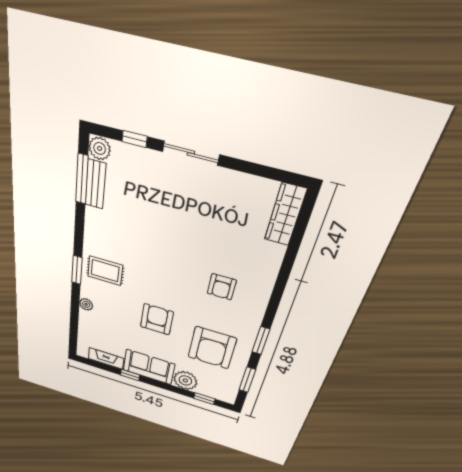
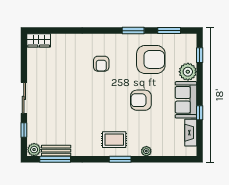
wardrobe: (285, 215) -> (39, 40), width x0.67
rug: (105, 271) -> (114, 140), turned 90
armchair: (222, 287) -> (101, 64), turned 90

